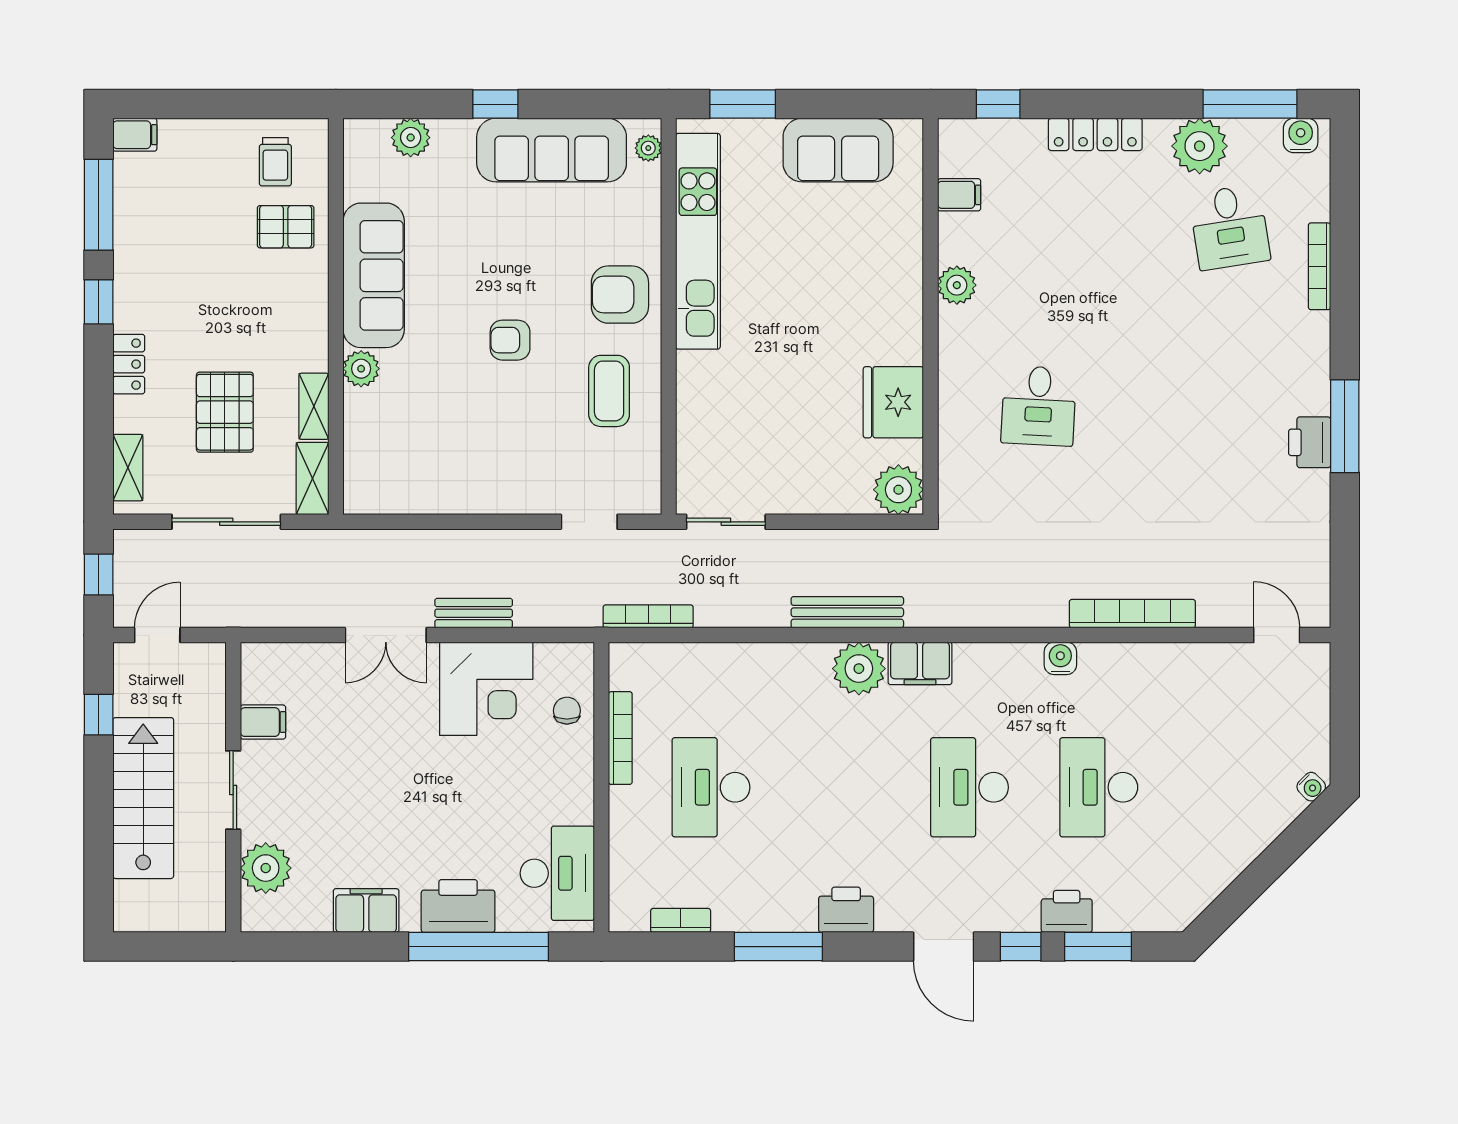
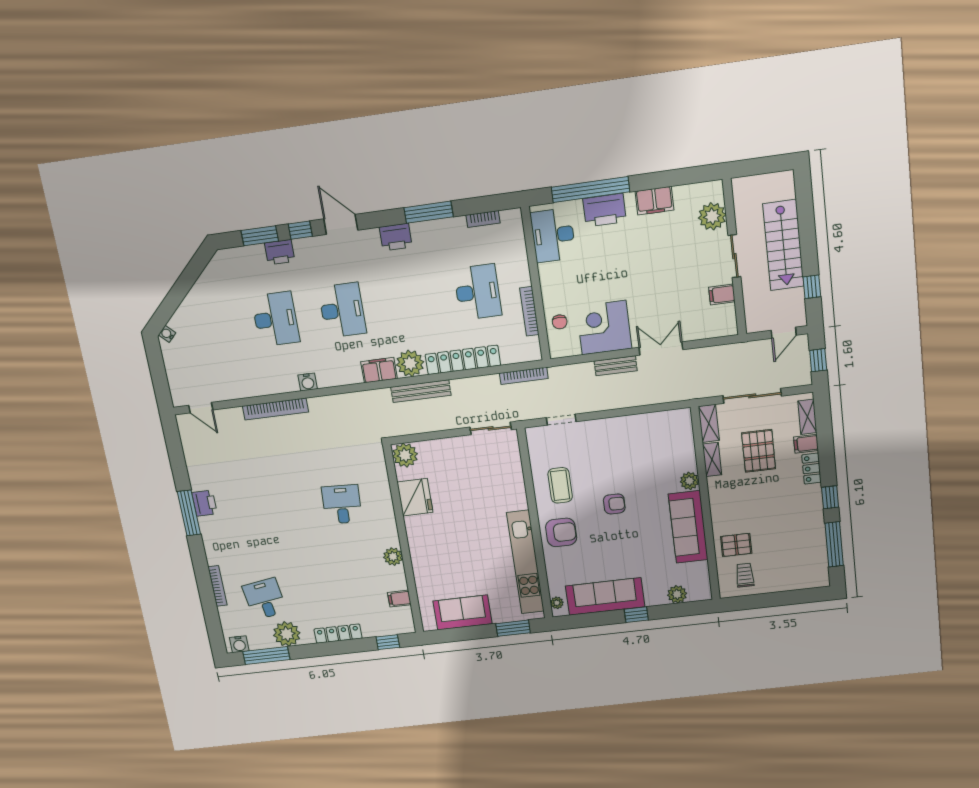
filing cabinet: (135, 135) -> (806, 444), moved
locker: (758, 662) -> (463, 360), added

